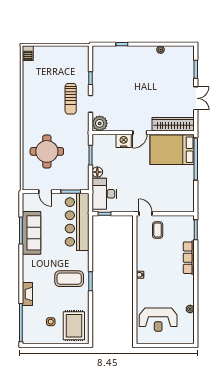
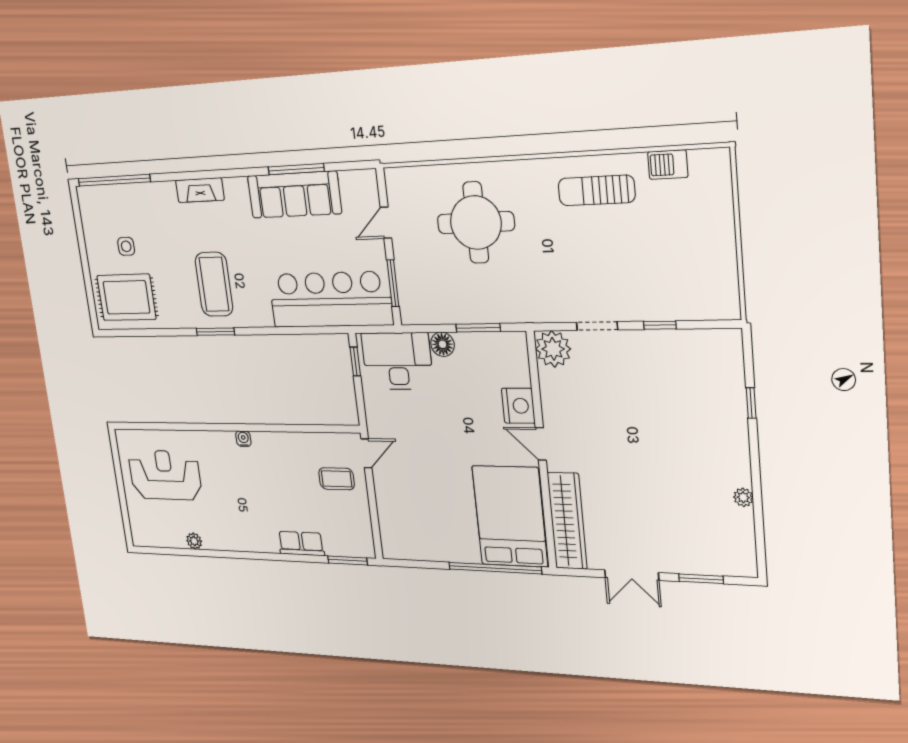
barbecue: (28, 53) -> (668, 165), moved
sun lounger: (71, 99) -> (597, 190), moved
row of seats: (189, 258) -> (301, 543), width x0.68
fireplace: (27, 294) -> (200, 190), moved
reception desk: (158, 320) -> (165, 475), turned 90

